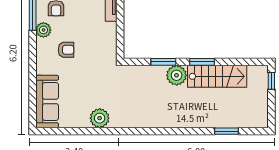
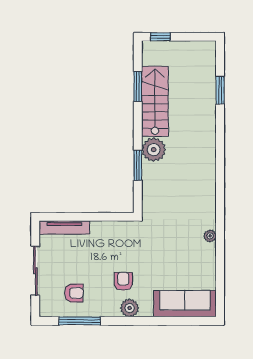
plant: (43, 30) -> (130, 308), moved
window: (202, 62) -> (138, 86), moved
plant: (100, 118) -> (210, 236), width x0.53, depth x0.53

